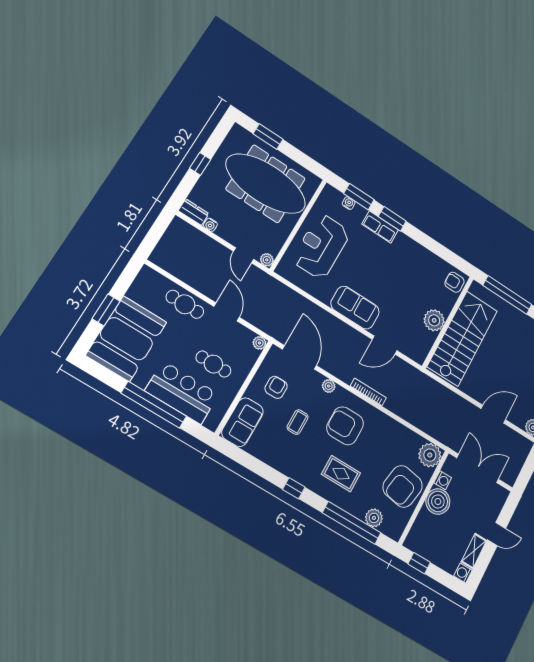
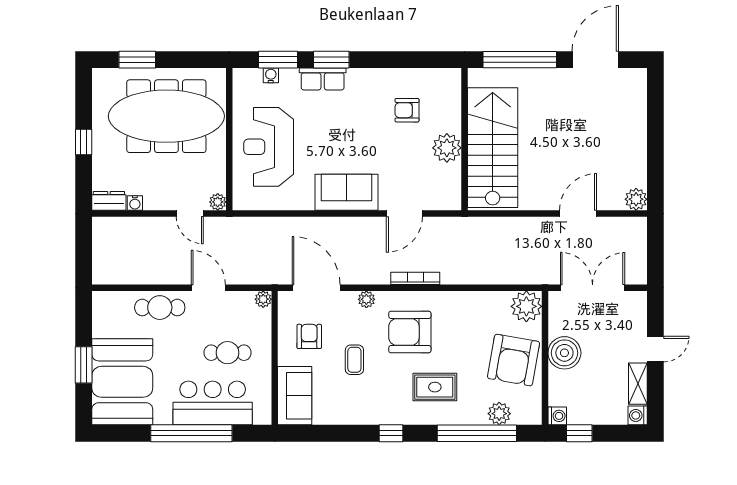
armchair: (454, 282) -> (407, 110), moved
washing machine: (443, 480) -> (557, 416), moved

